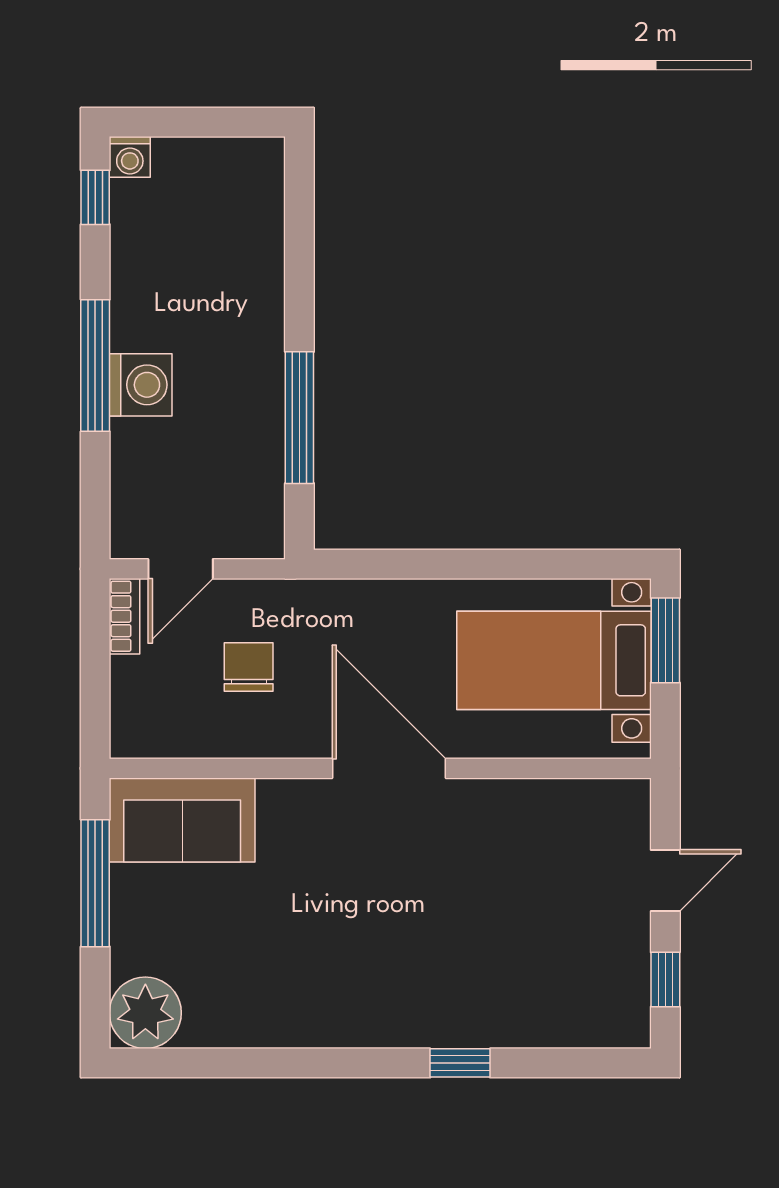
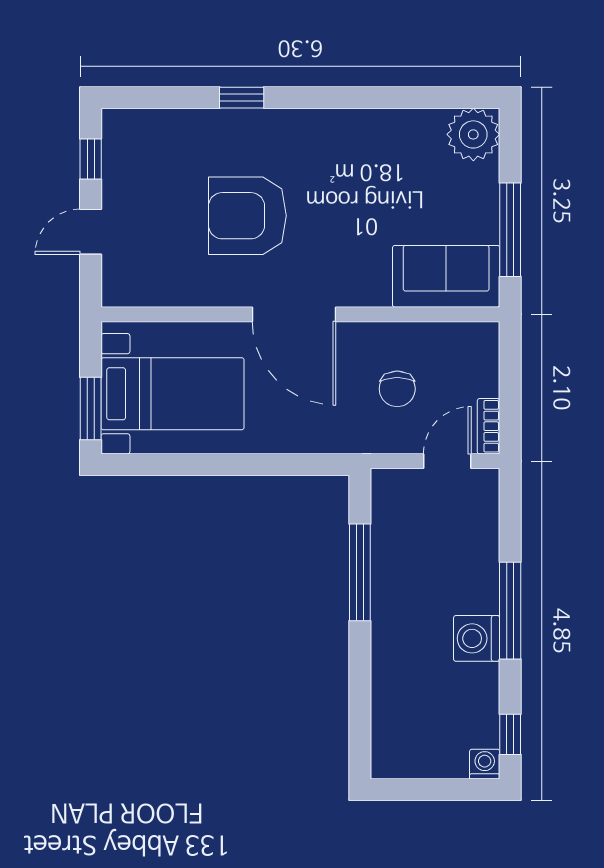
washing machine: (141, 385) -> (477, 638), moved
armchair: (452, 902) -> (247, 216), added

